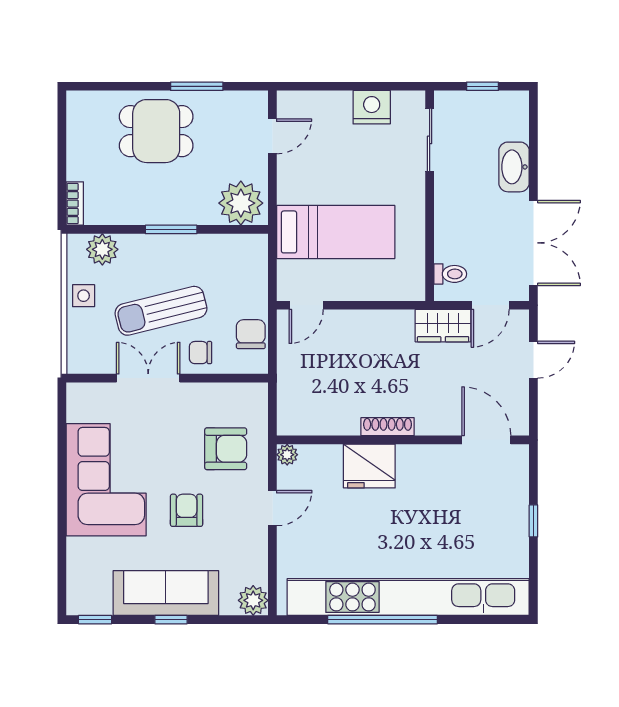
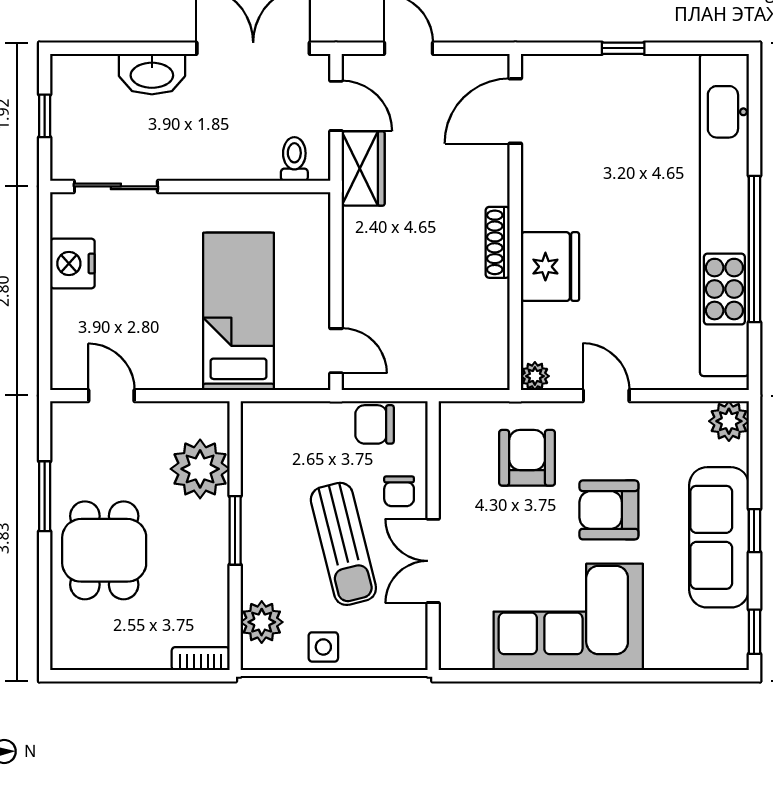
plant: (241, 203) -> (200, 469), moved
armchair: (187, 510) -> (609, 510), width x1.38, depth x1.38

